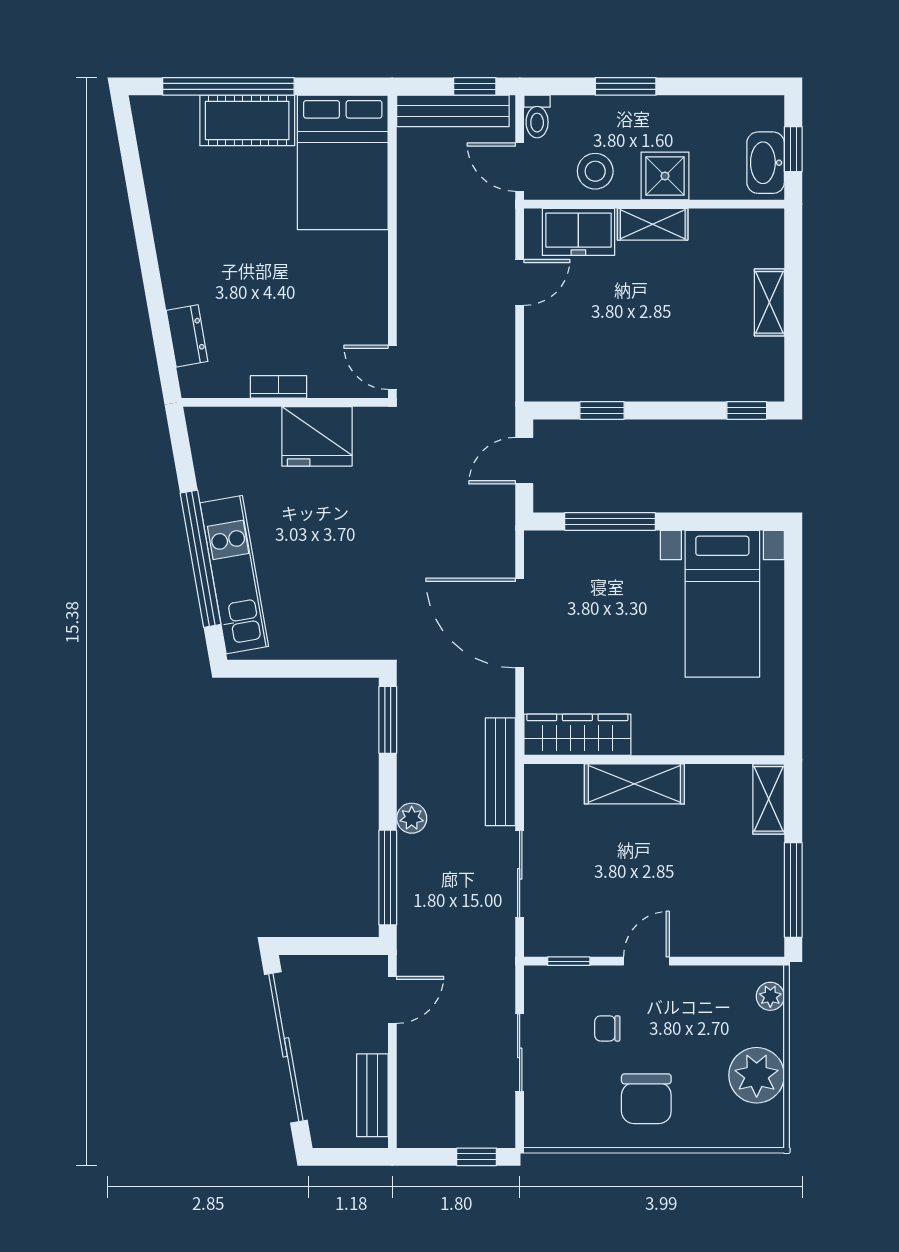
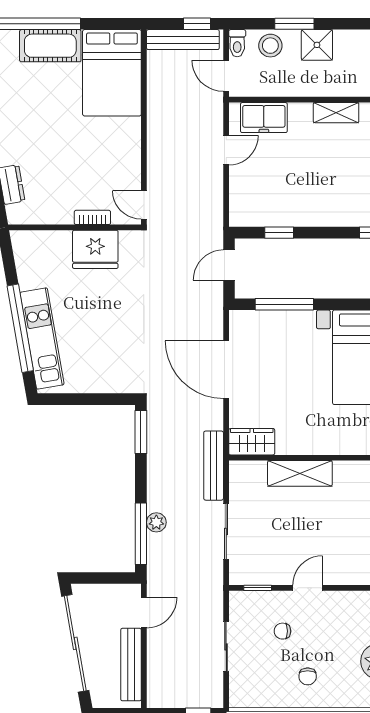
stool: (595, 171) -> (270, 46), moved
shower: (665, 176) -> (317, 45), moved
shelving: (653, 224) -> (336, 113), moved
bookcase: (278, 387) -> (92, 217), moved
wardrobe: (577, 735) -> (252, 442), width x0.67
plant: (412, 818) -> (156, 522), moved
bench: (372, 1095) -> (131, 665), width x1.36
chair: (646, 1099) -> (308, 676), width x0.54, depth x0.54

